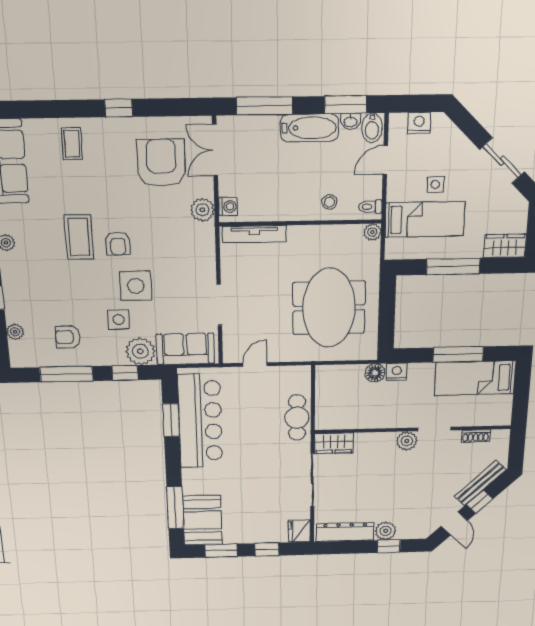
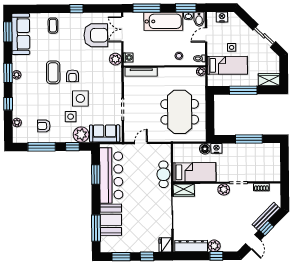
bathtub: (309, 128) -> (163, 21), width x1.36, depth x1.36
armchair: (161, 163) -> (96, 35), turned 90
bed: (475, 378) -> (194, 172), moved, turned 180
booth: (202, 520) -> (111, 220), moved

